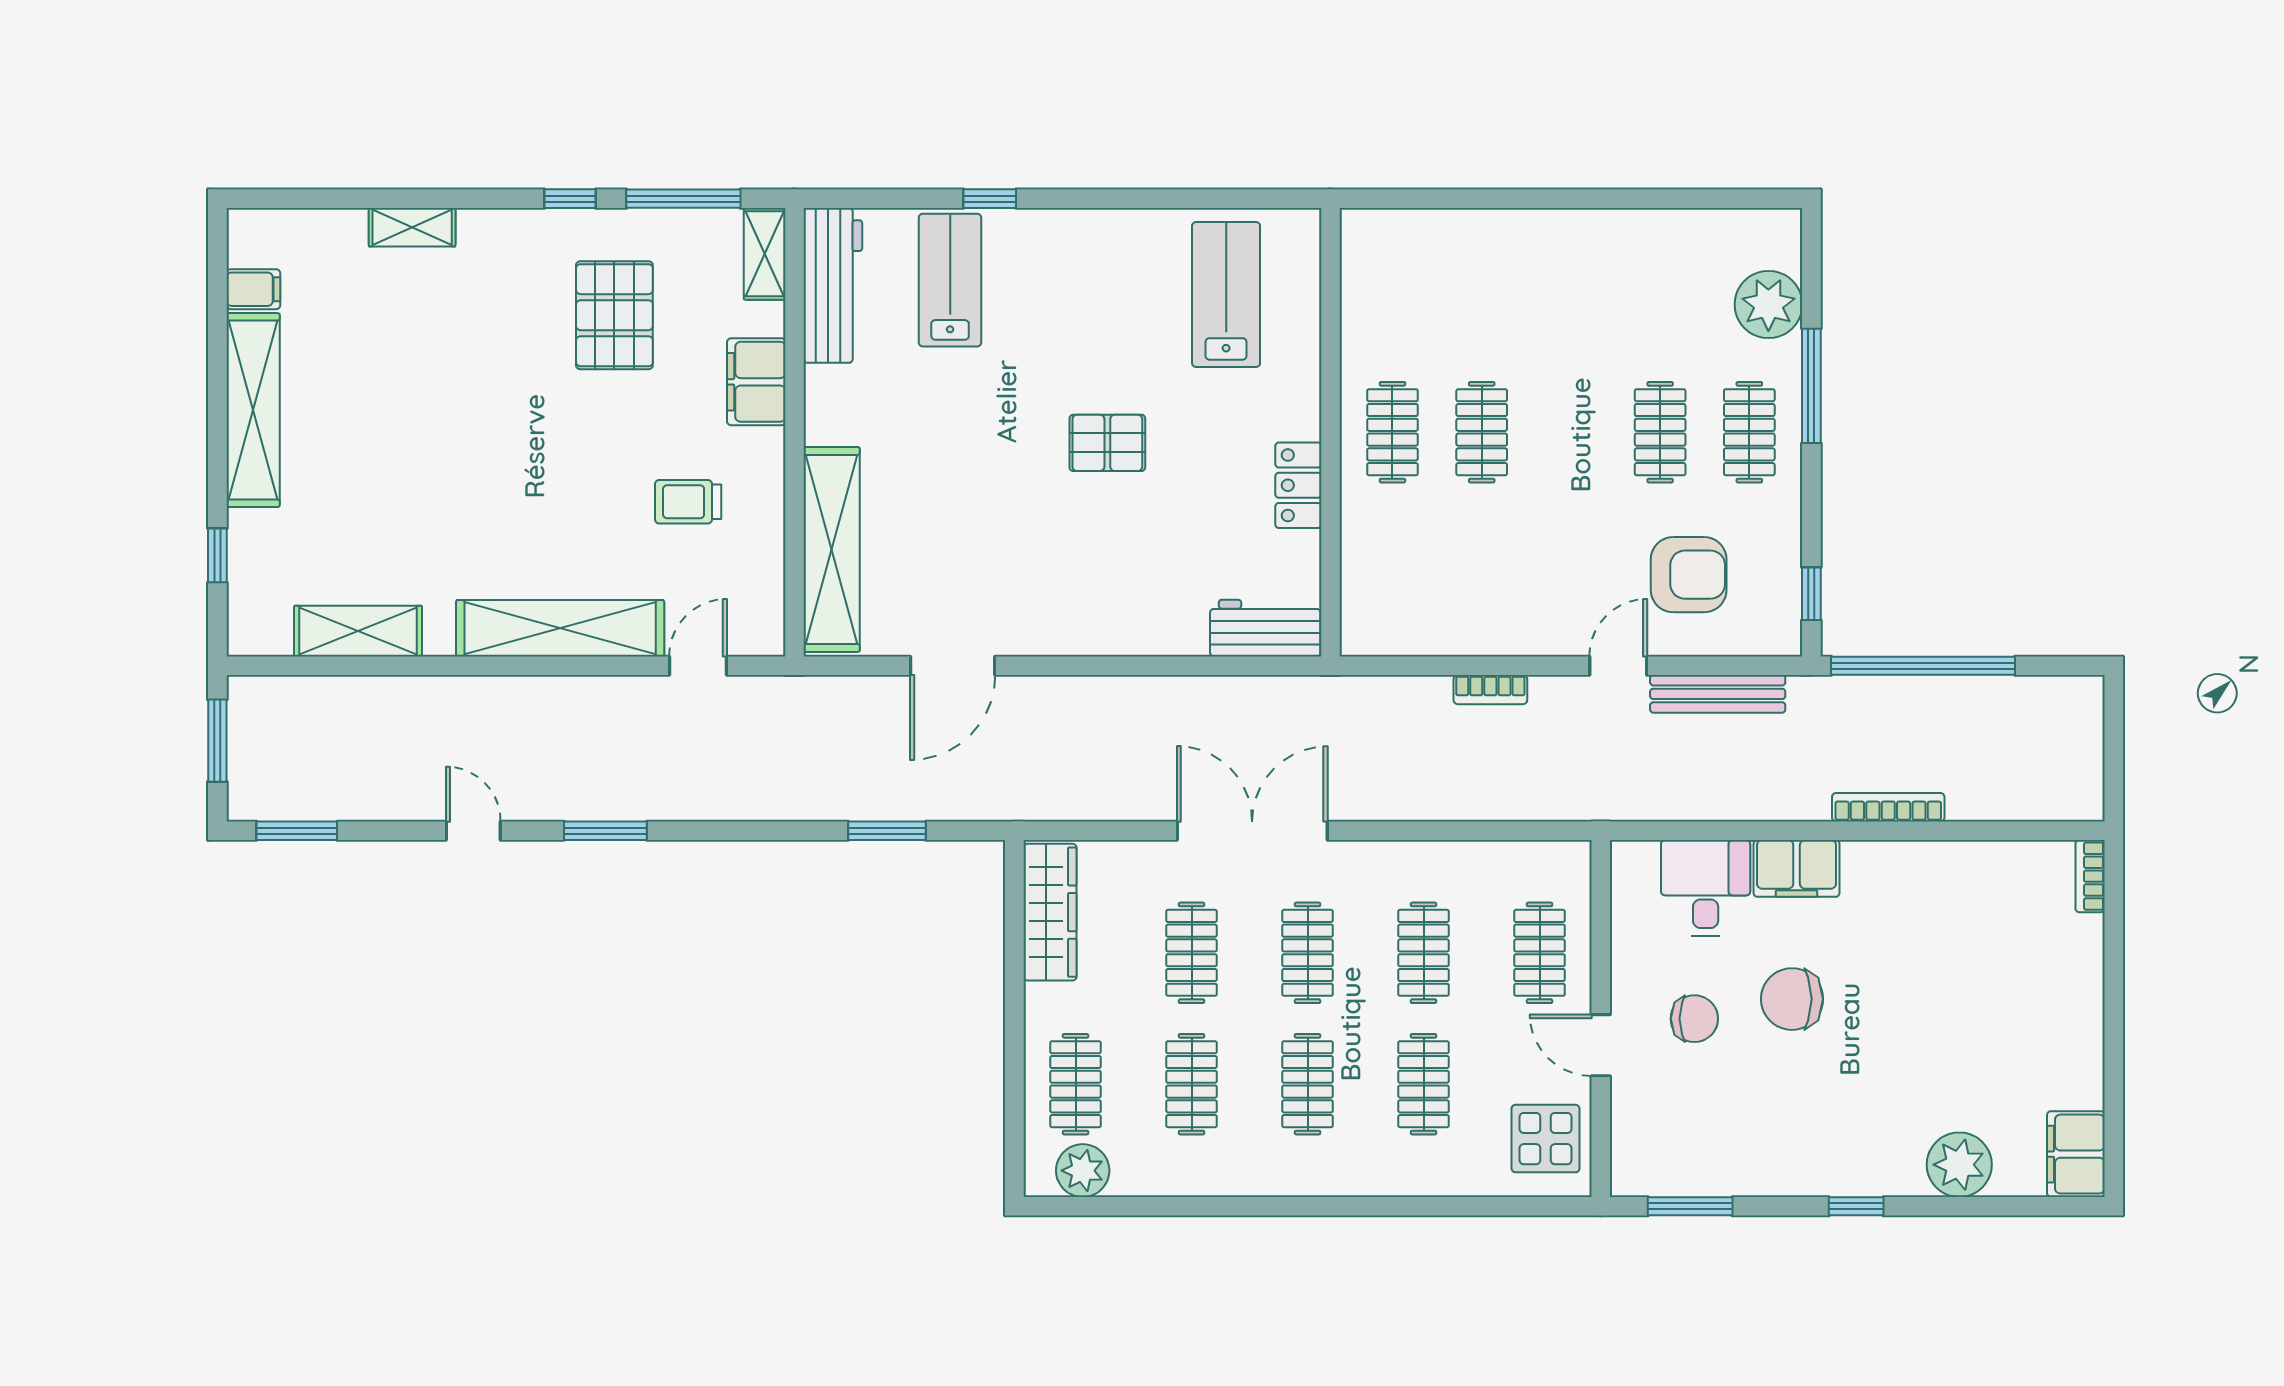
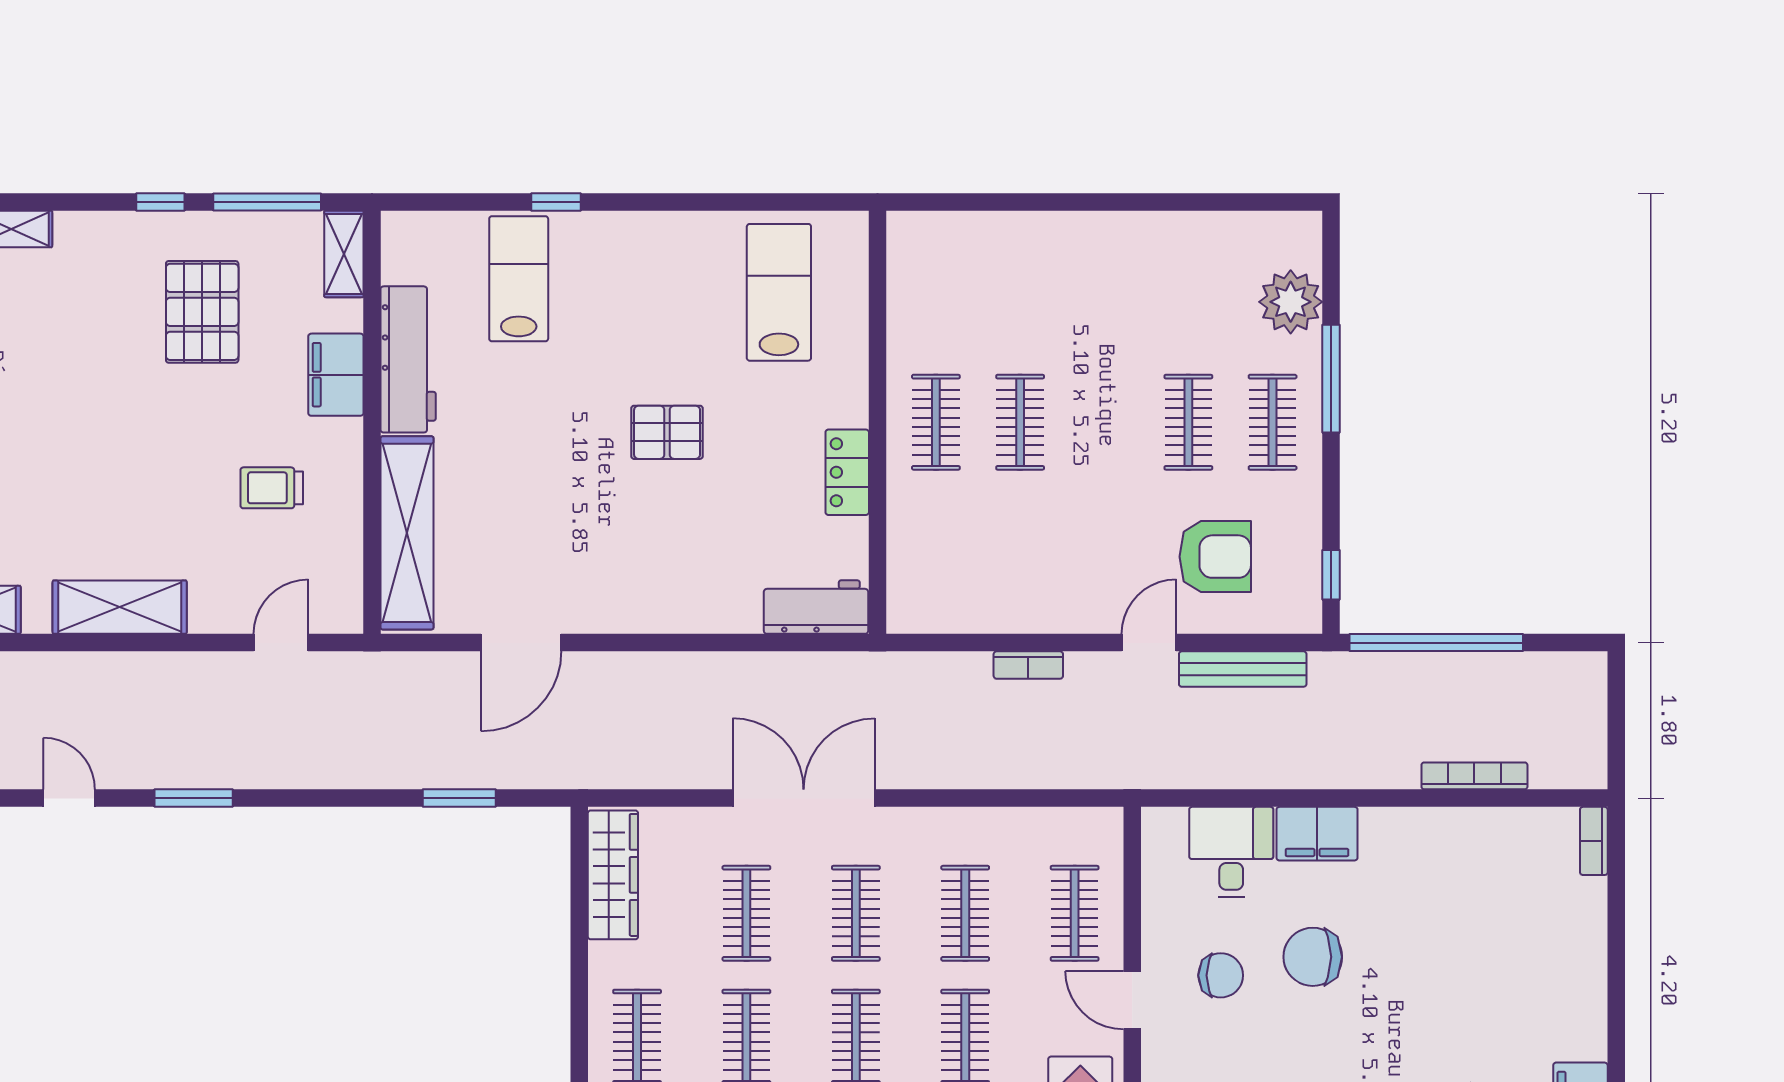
workbench: (833, 285) -> (408, 359), moved
shelving: (560, 628) -> (120, 607), width x0.68
bookcase: (1888, 807) -> (1474, 776), moved

